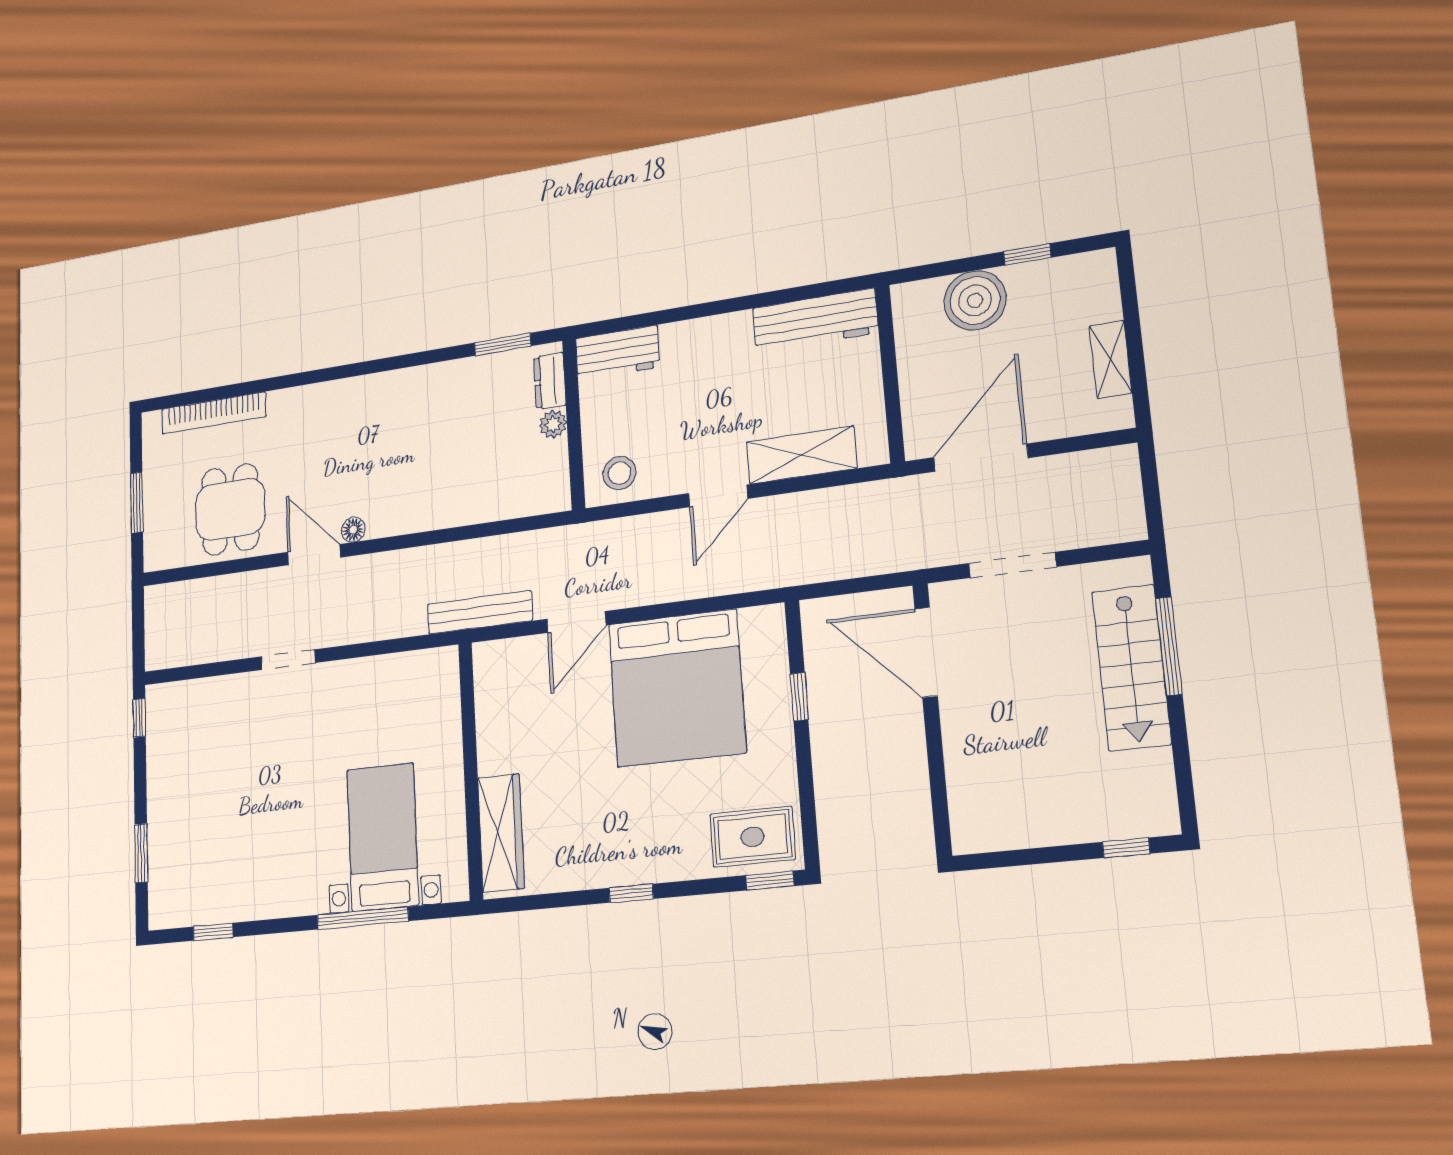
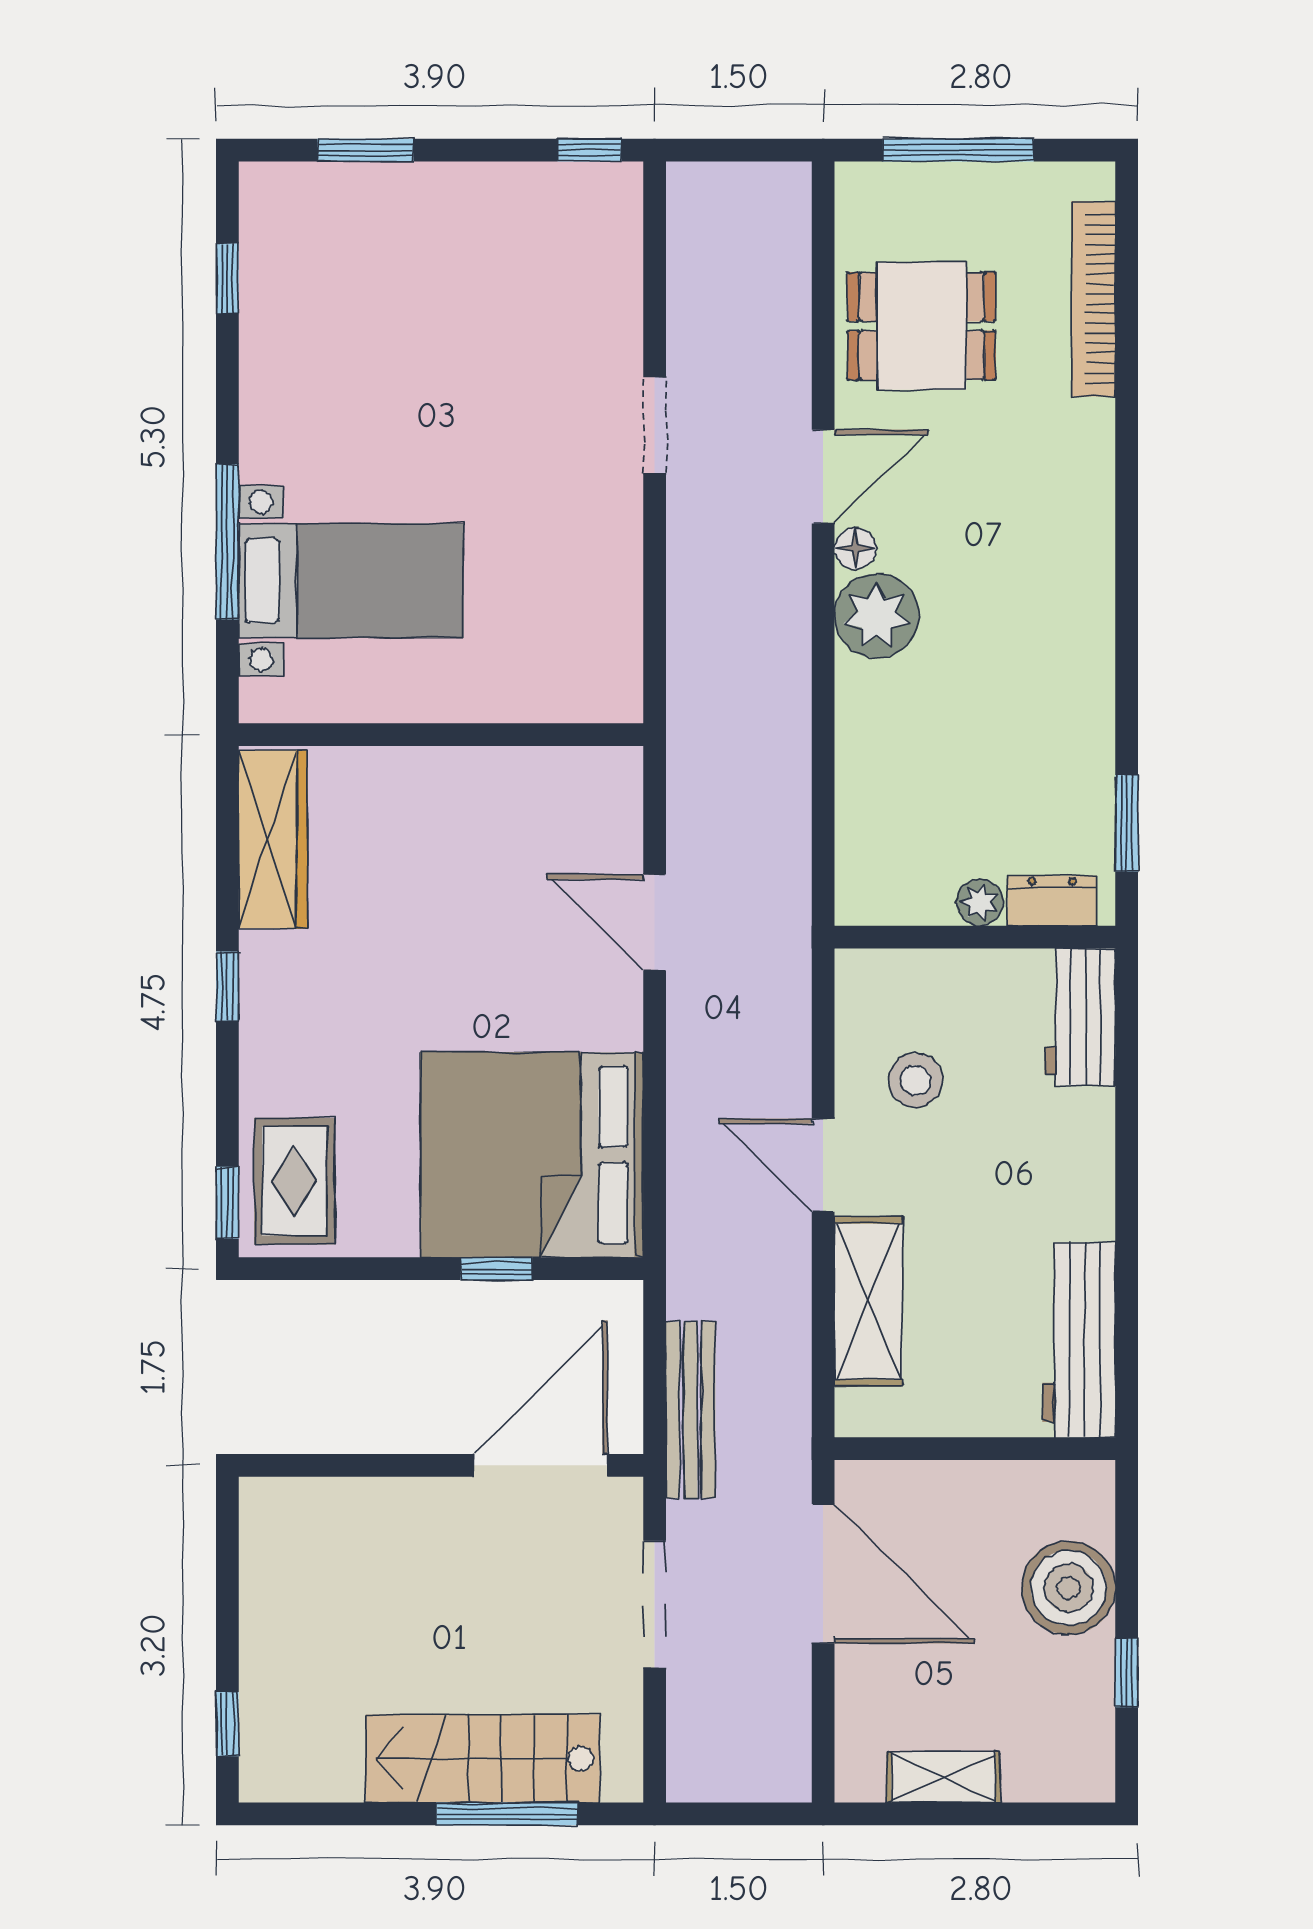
stool: (619, 473) -> (915, 1080), moved
window: (137, 503) -> (958, 150), width x1.44
plant: (391, 511) -> (877, 616), added
bench: (480, 612) -> (691, 1410), moved
bed: (677, 688) -> (532, 1155), moved
wardrobe: (501, 833) -> (273, 839), moved, turned -90

